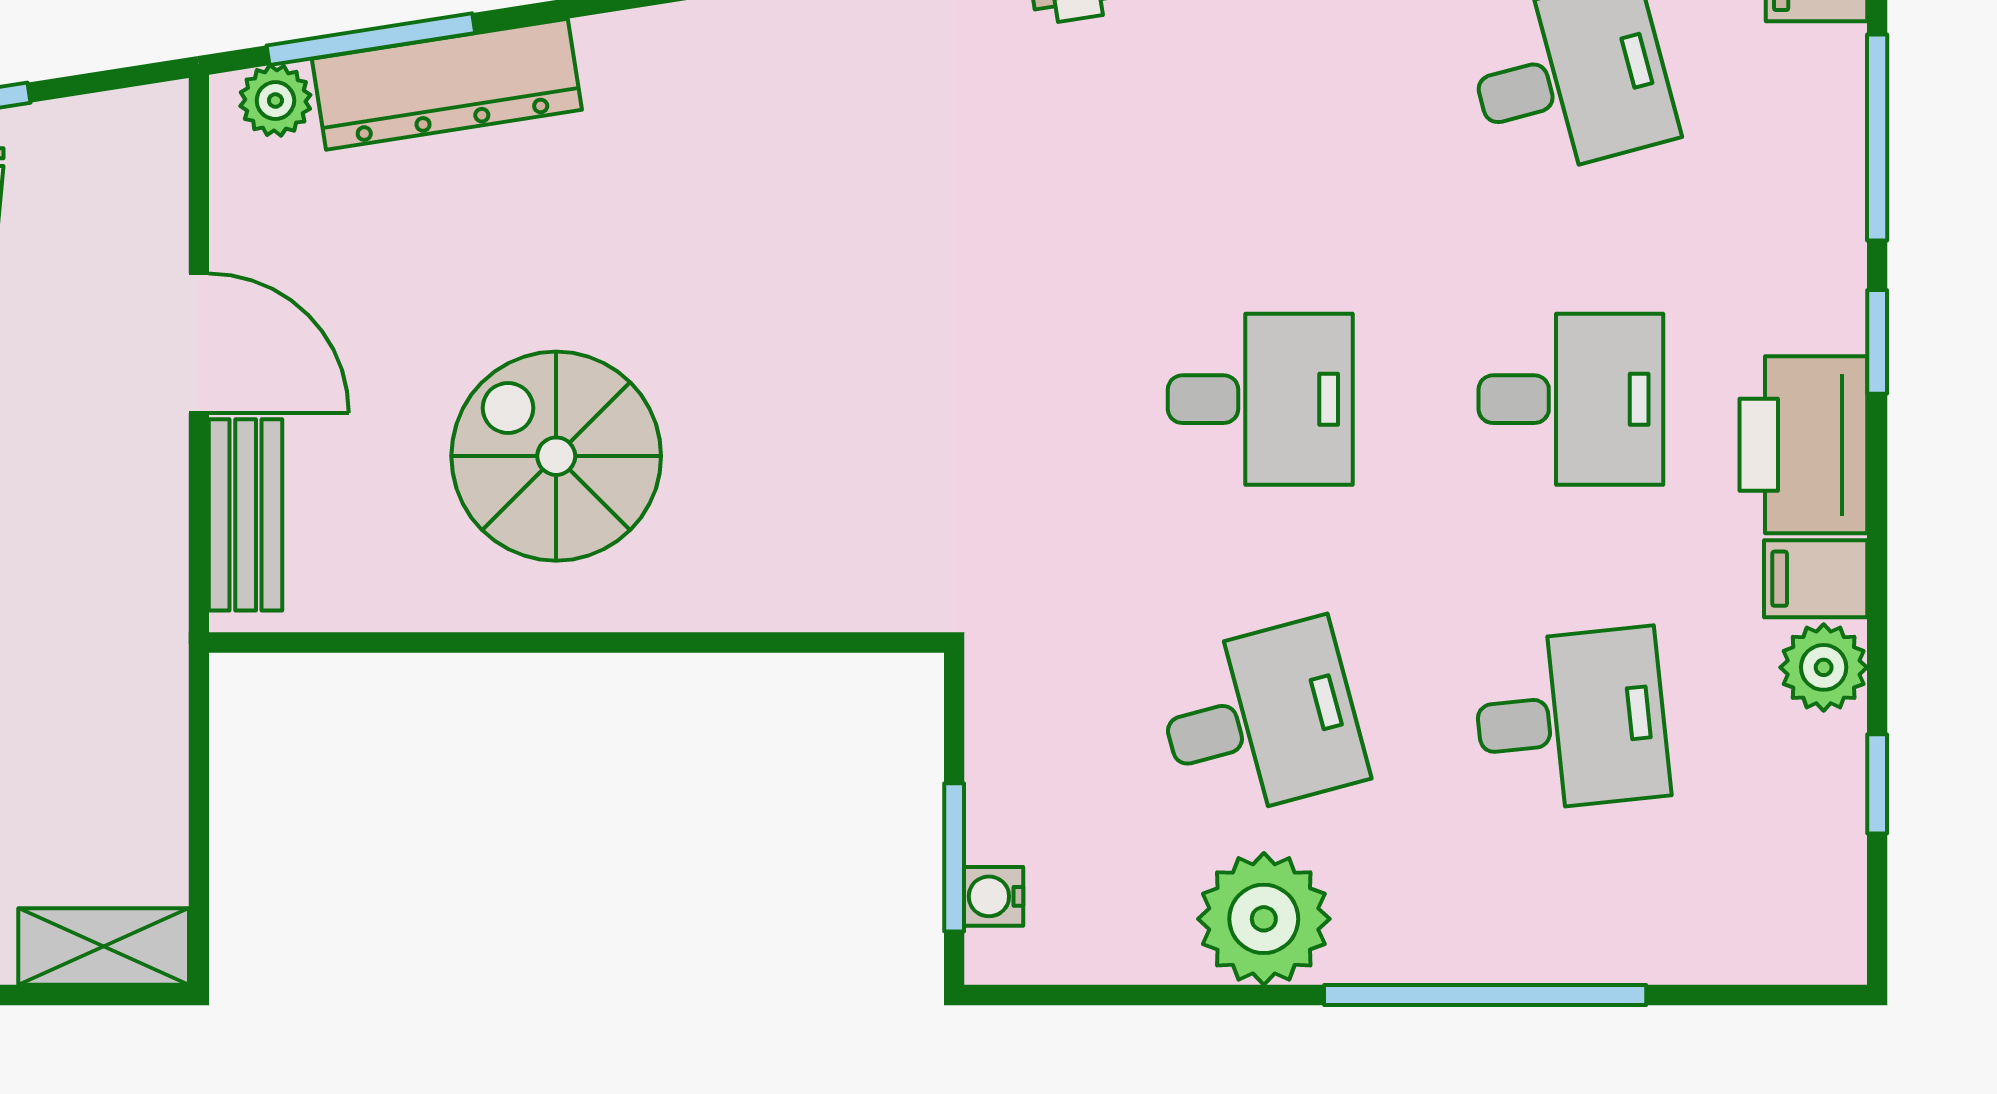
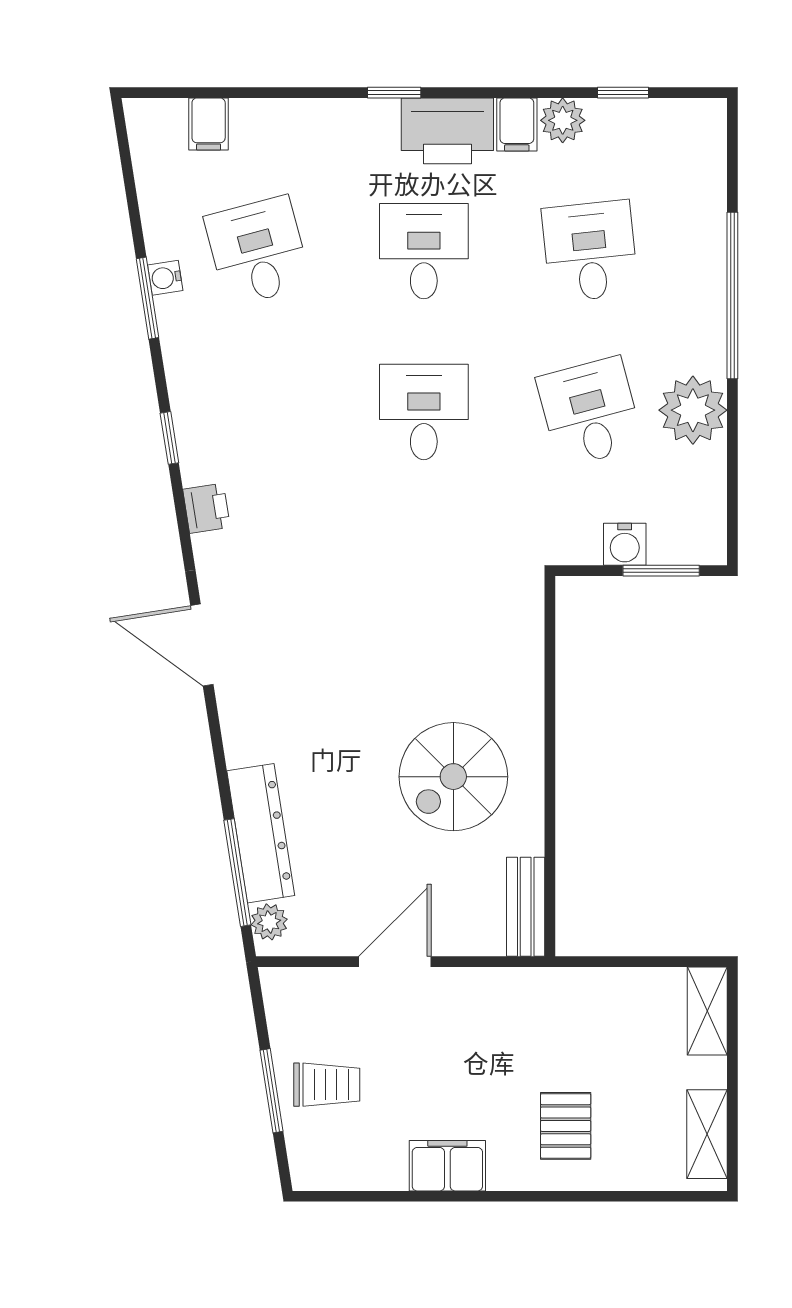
window: (1877, 137) -> (288, 93), removed
bench: (246, 515) -> (526, 907), moved, turned 90
water cooler: (994, 896) -> (625, 544), moved, width x1.38, depth x1.38

